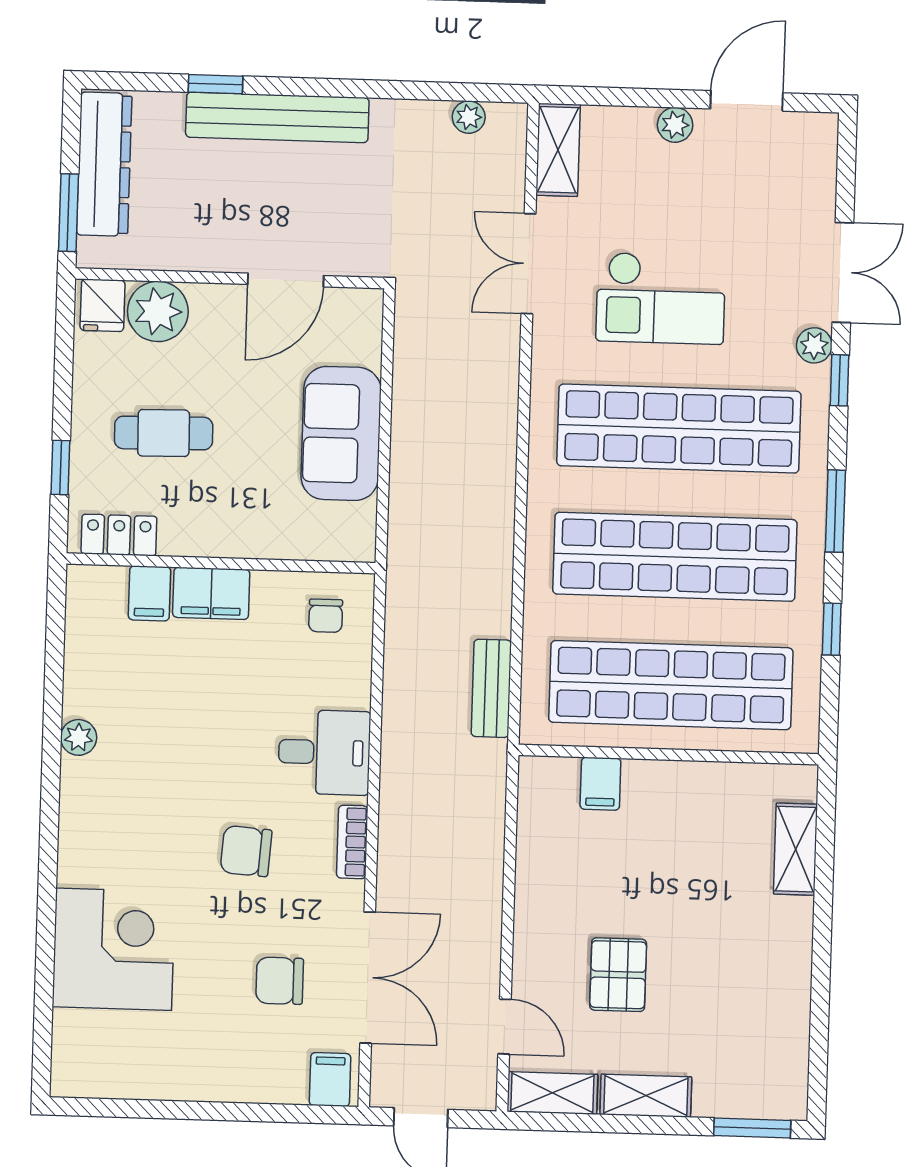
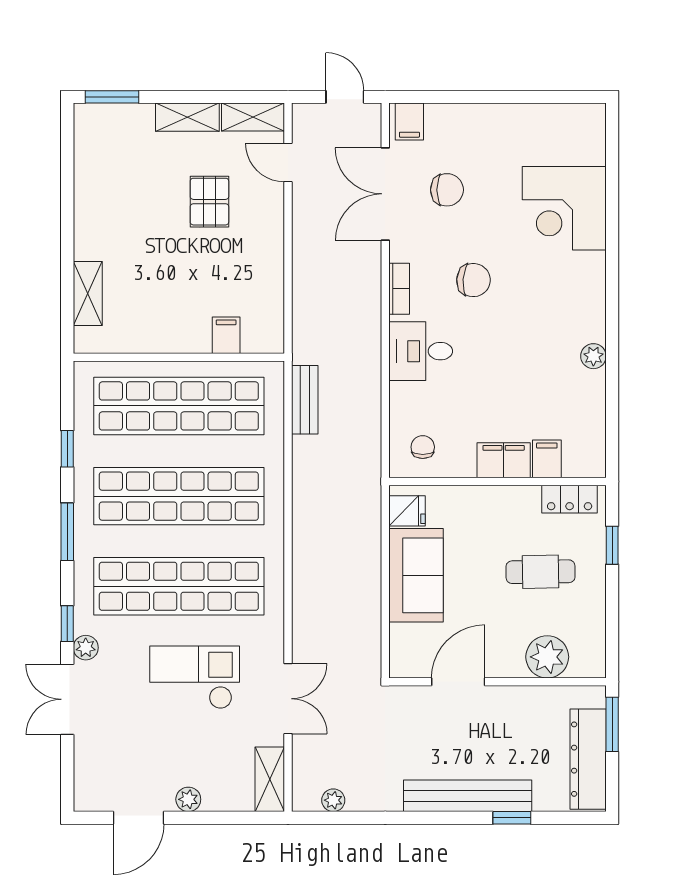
fridge: (103, 305) -> (407, 511), moved, turned 90

